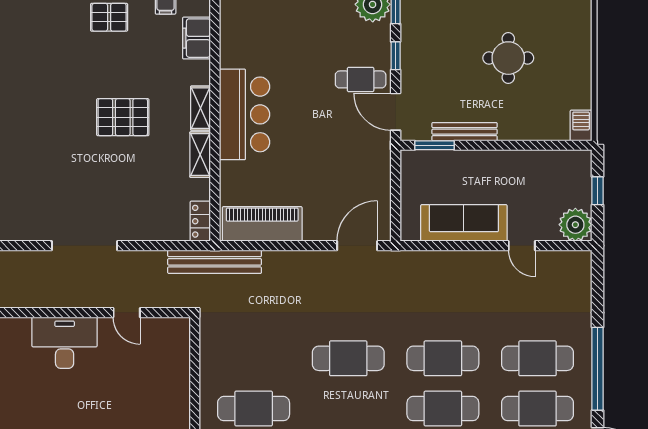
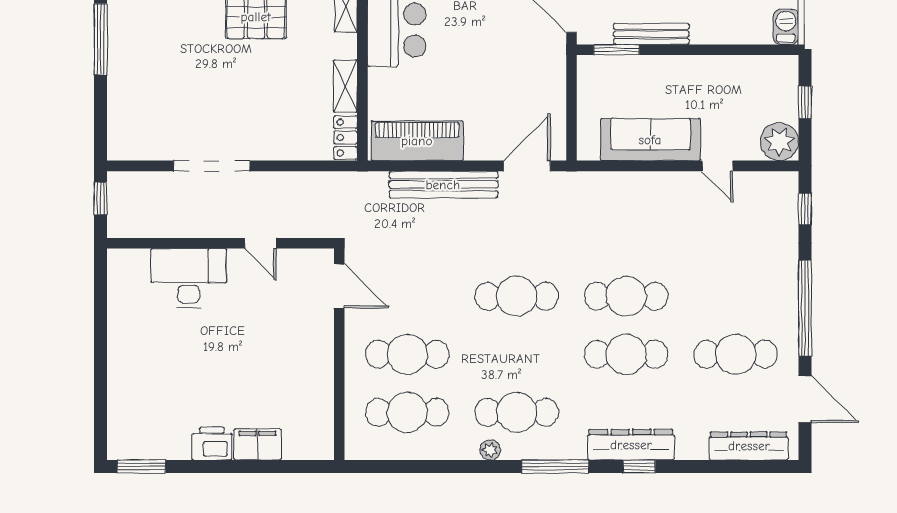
shelving: (200, 155) -> (345, 86), moved
bench: (215, 262) -> (443, 185), moved
window: (597, 283) -> (805, 209), added
door: (195, 350) -> (339, 286), added
cafe table: (538, 358) -> (736, 296), removed

